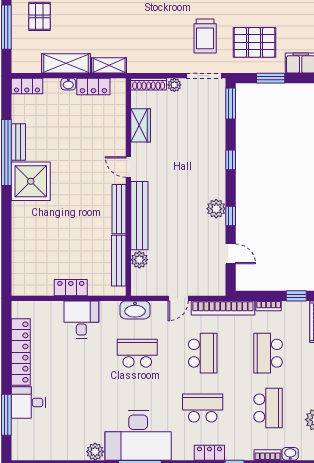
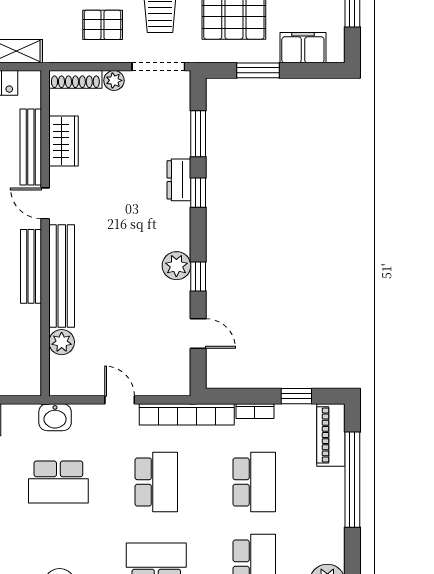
pallet: (167, 48) -> (103, 25), added
window: (231, 103) -> (198, 134), moved
dresser: (218, 151) -> (179, 180), added
bench: (119, 261) -> (31, 147), moved
door: (178, 298) -> (120, 400), swing flipped
washbasin: (135, 310) -> (55, 417), width x0.72
school desk: (137, 353) -> (58, 482), turned 180
school desk: (268, 353) -> (254, 482), turned 180

